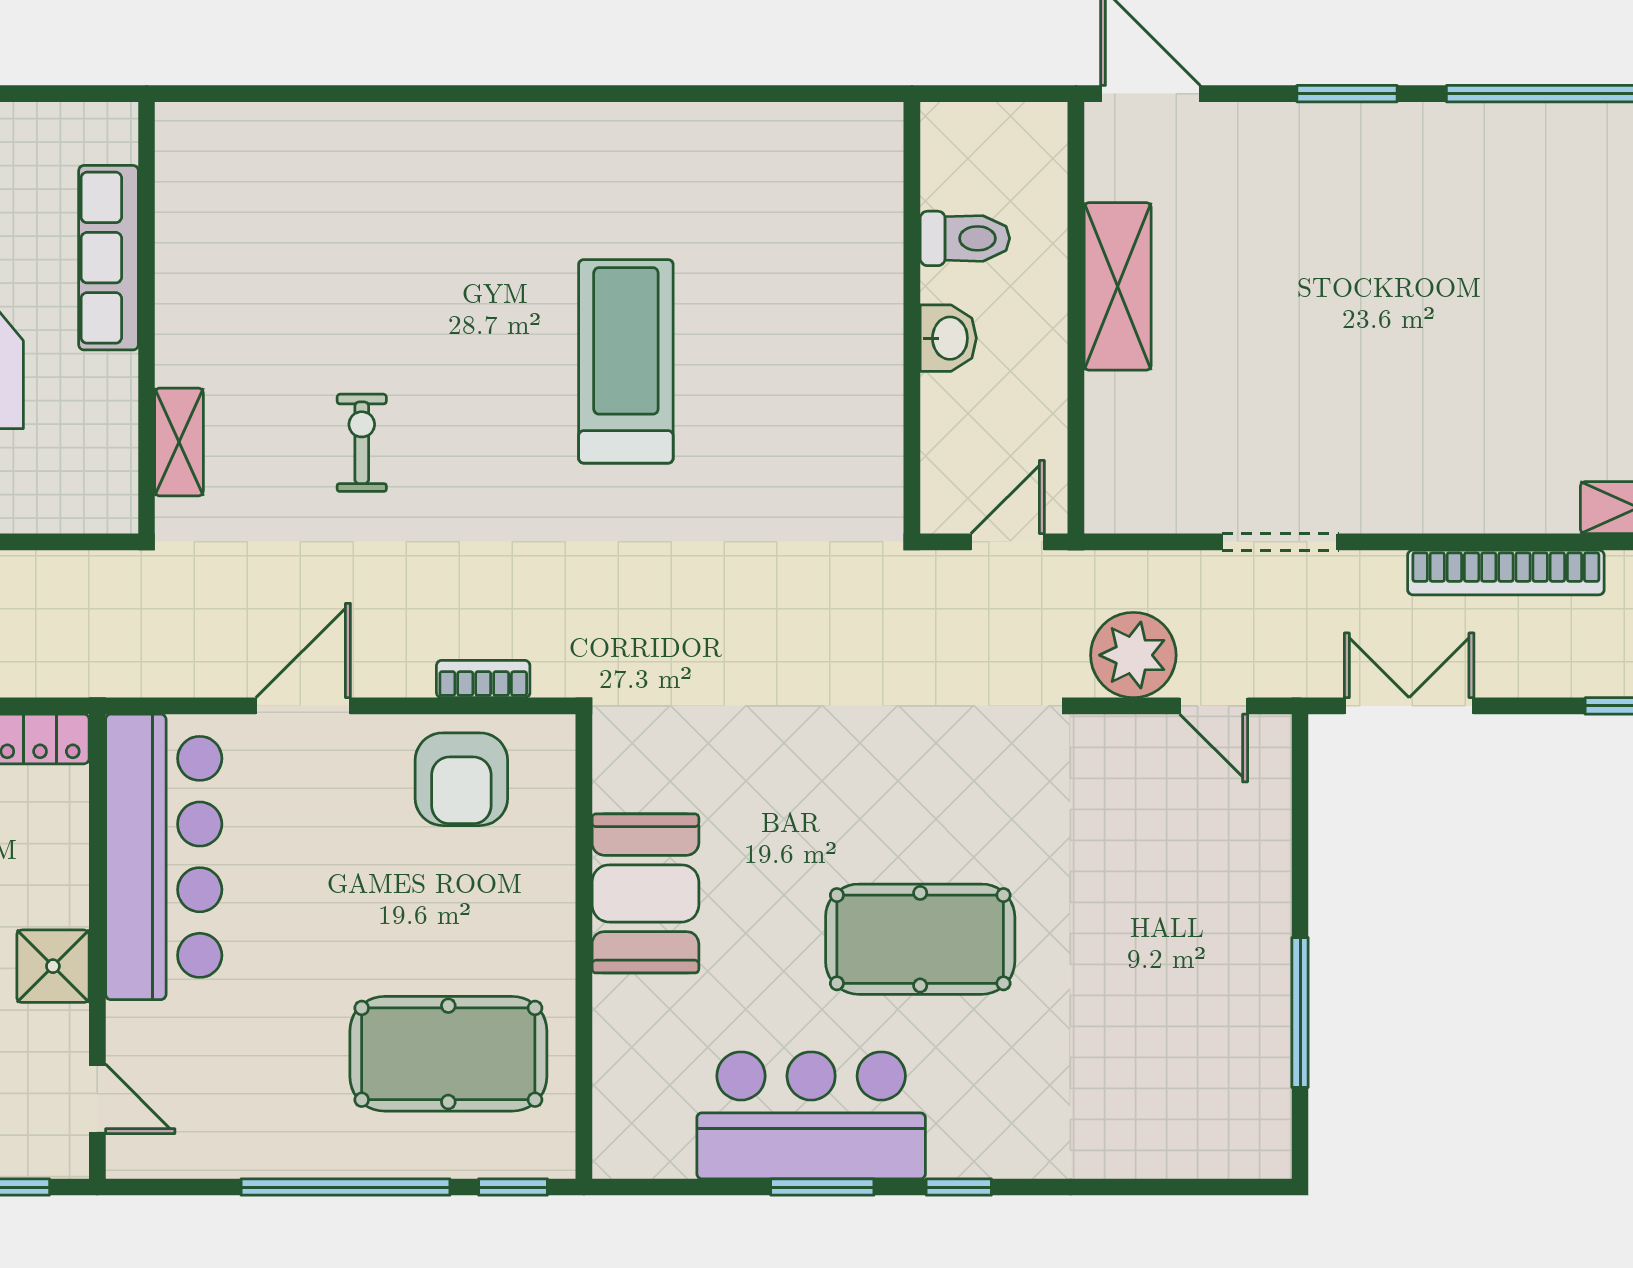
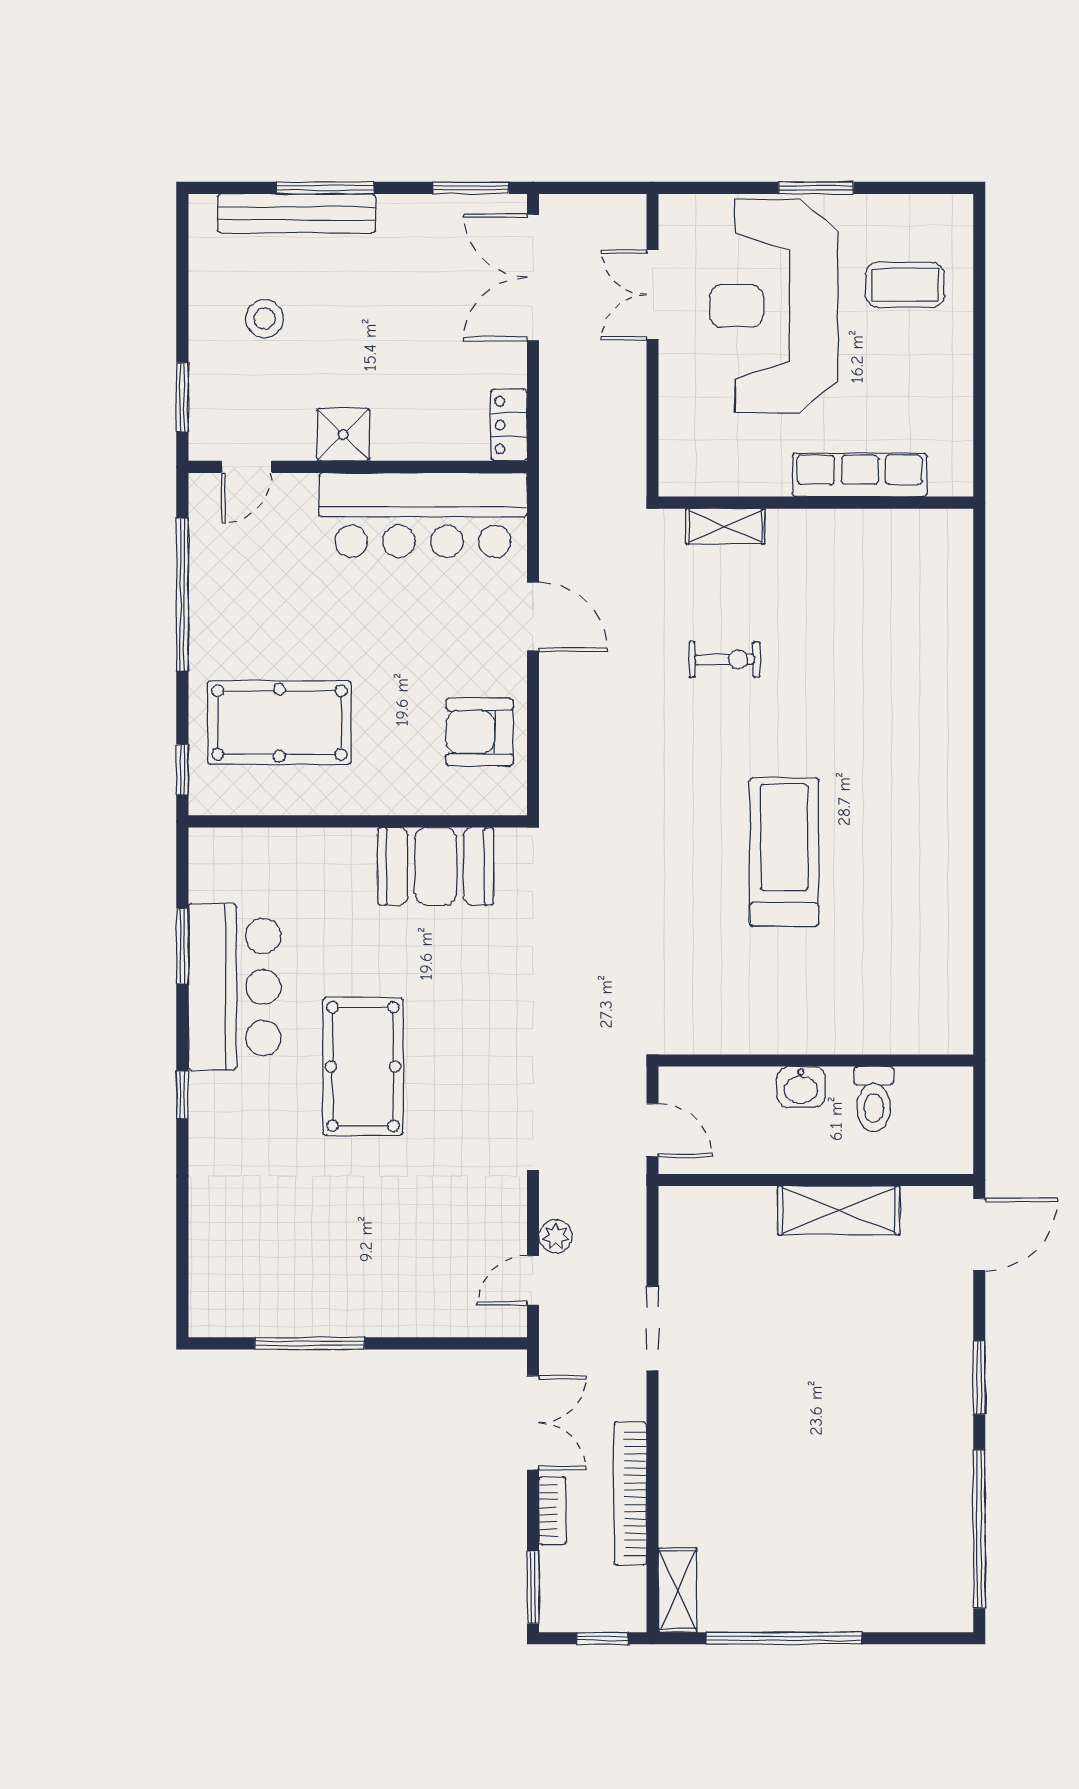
treadmill: (626, 361) -> (784, 852), turned -90
plant: (1133, 655) -> (556, 1236), width x0.53, depth x0.53
bookcase: (483, 679) -> (553, 1511), moved
booth: (645, 893) -> (436, 866), moved
pool table: (448, 1054) -> (279, 723), turned 90
window: (346, 1187) -> (182, 595), moved
window: (822, 1187) -> (182, 946), moved

